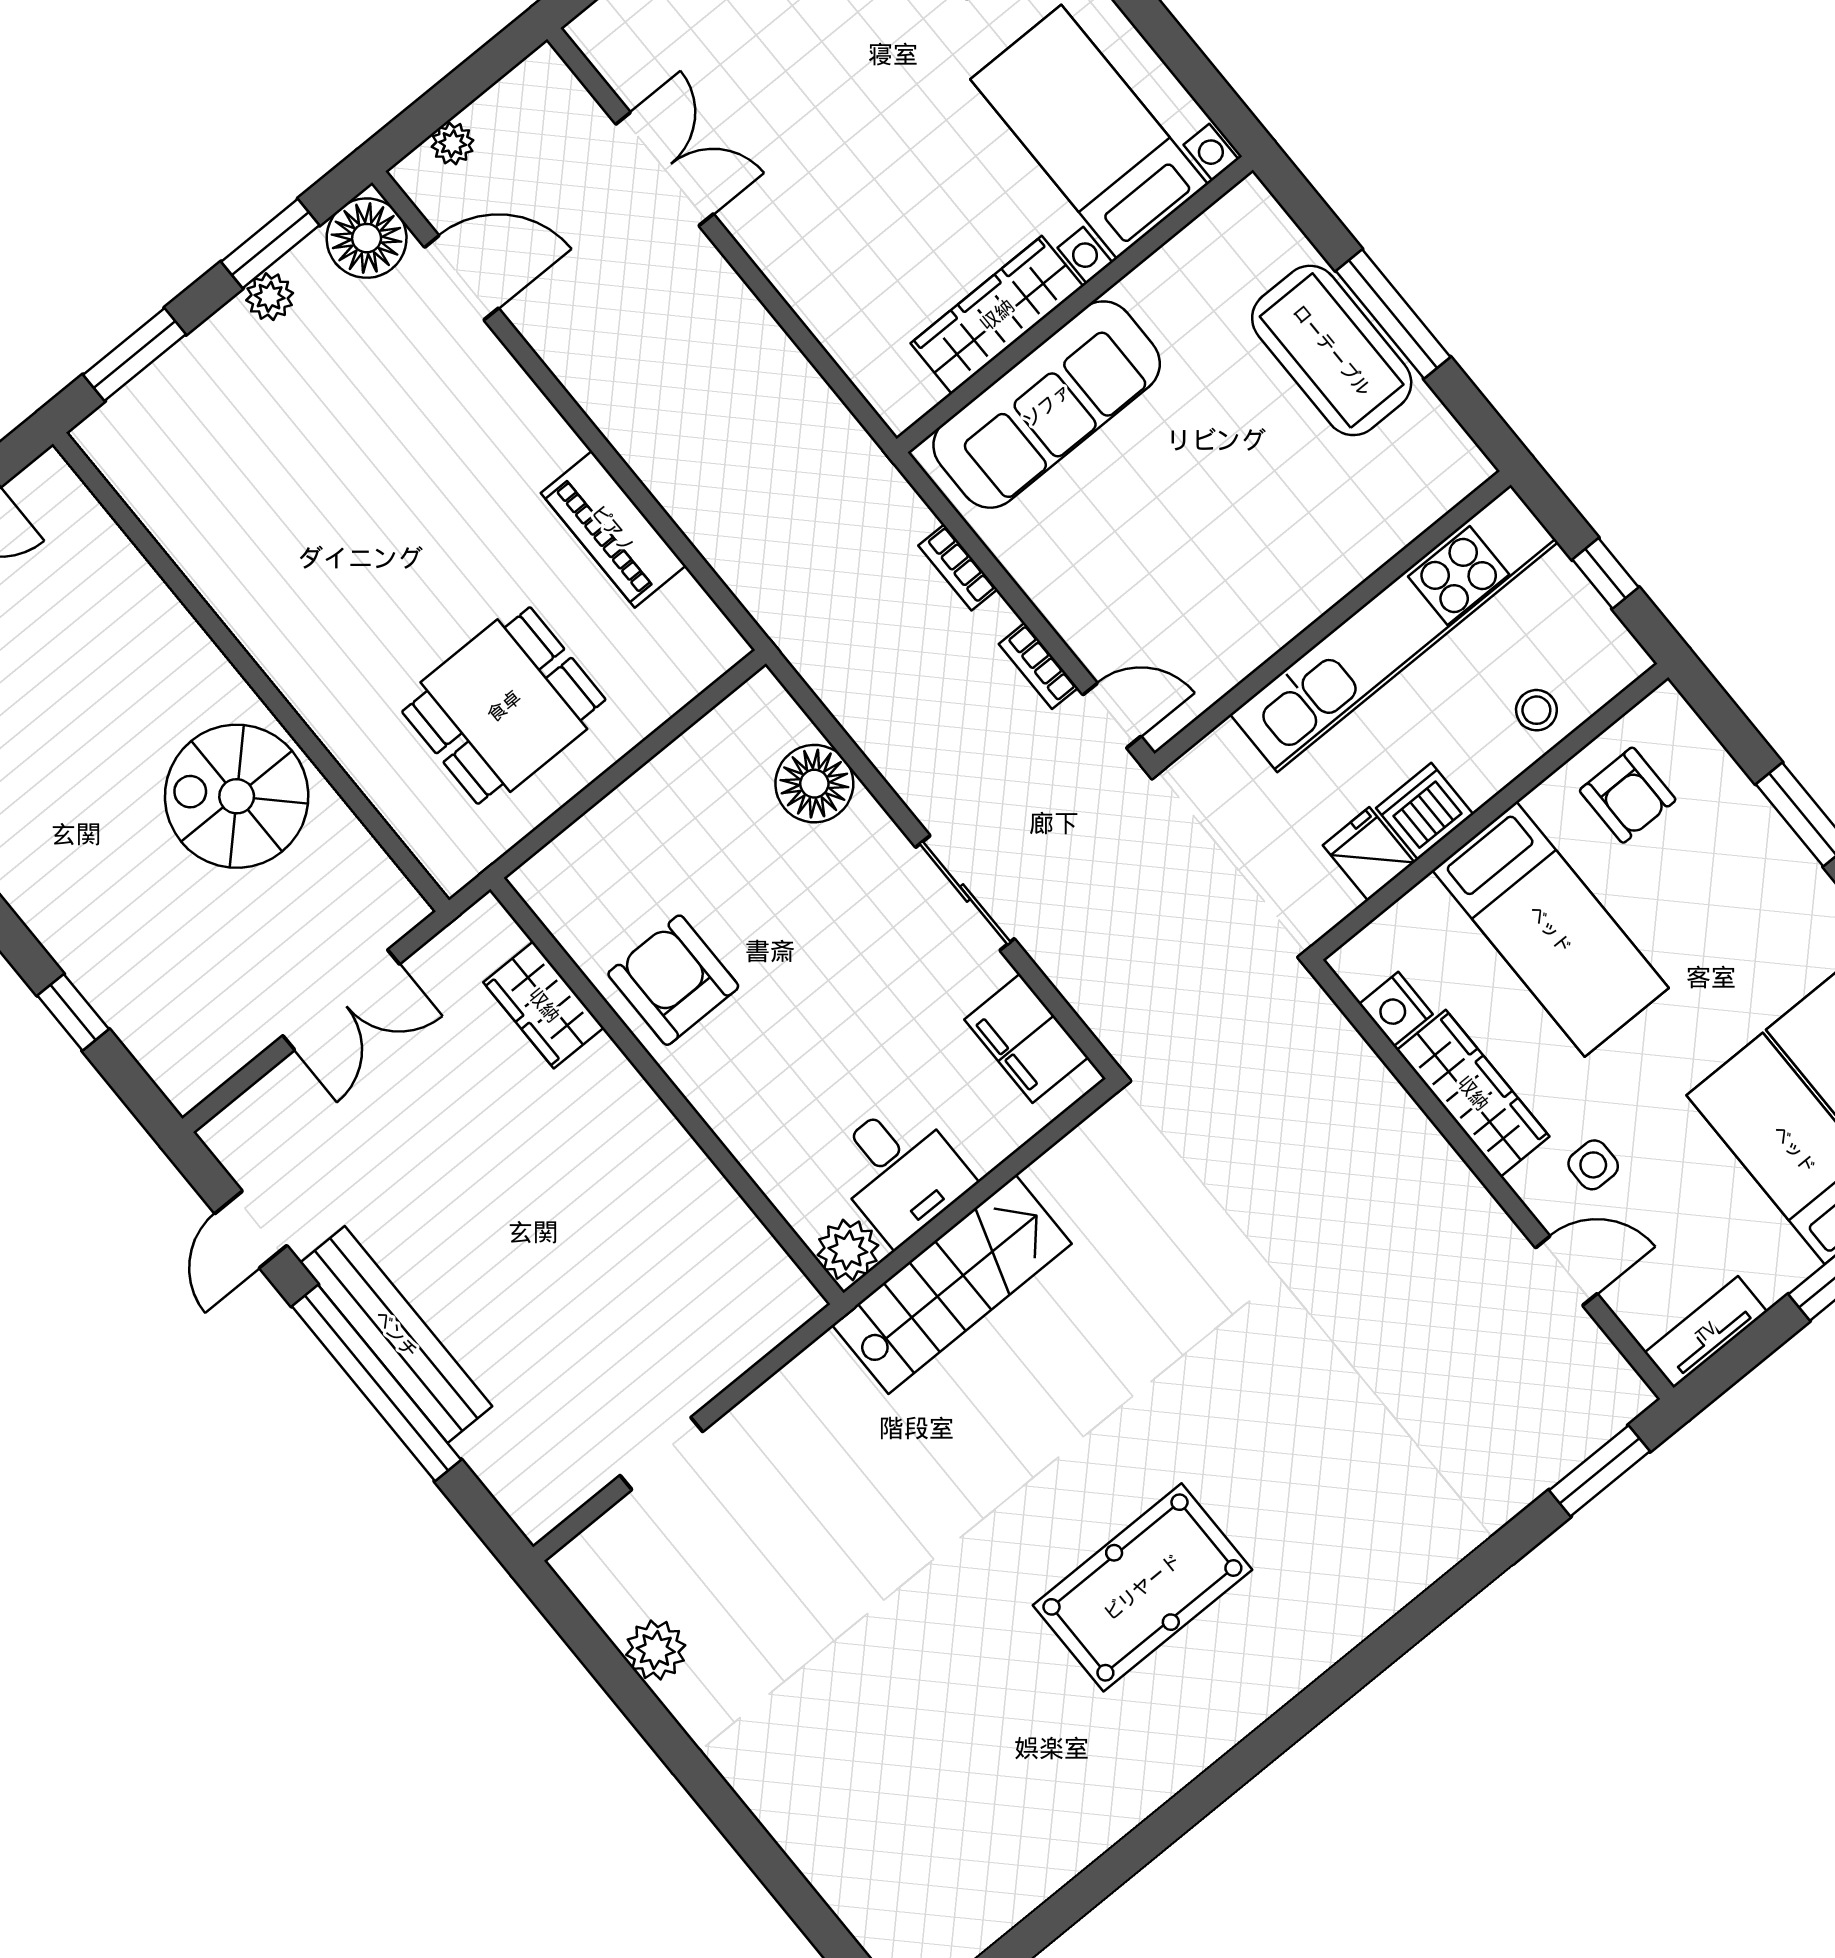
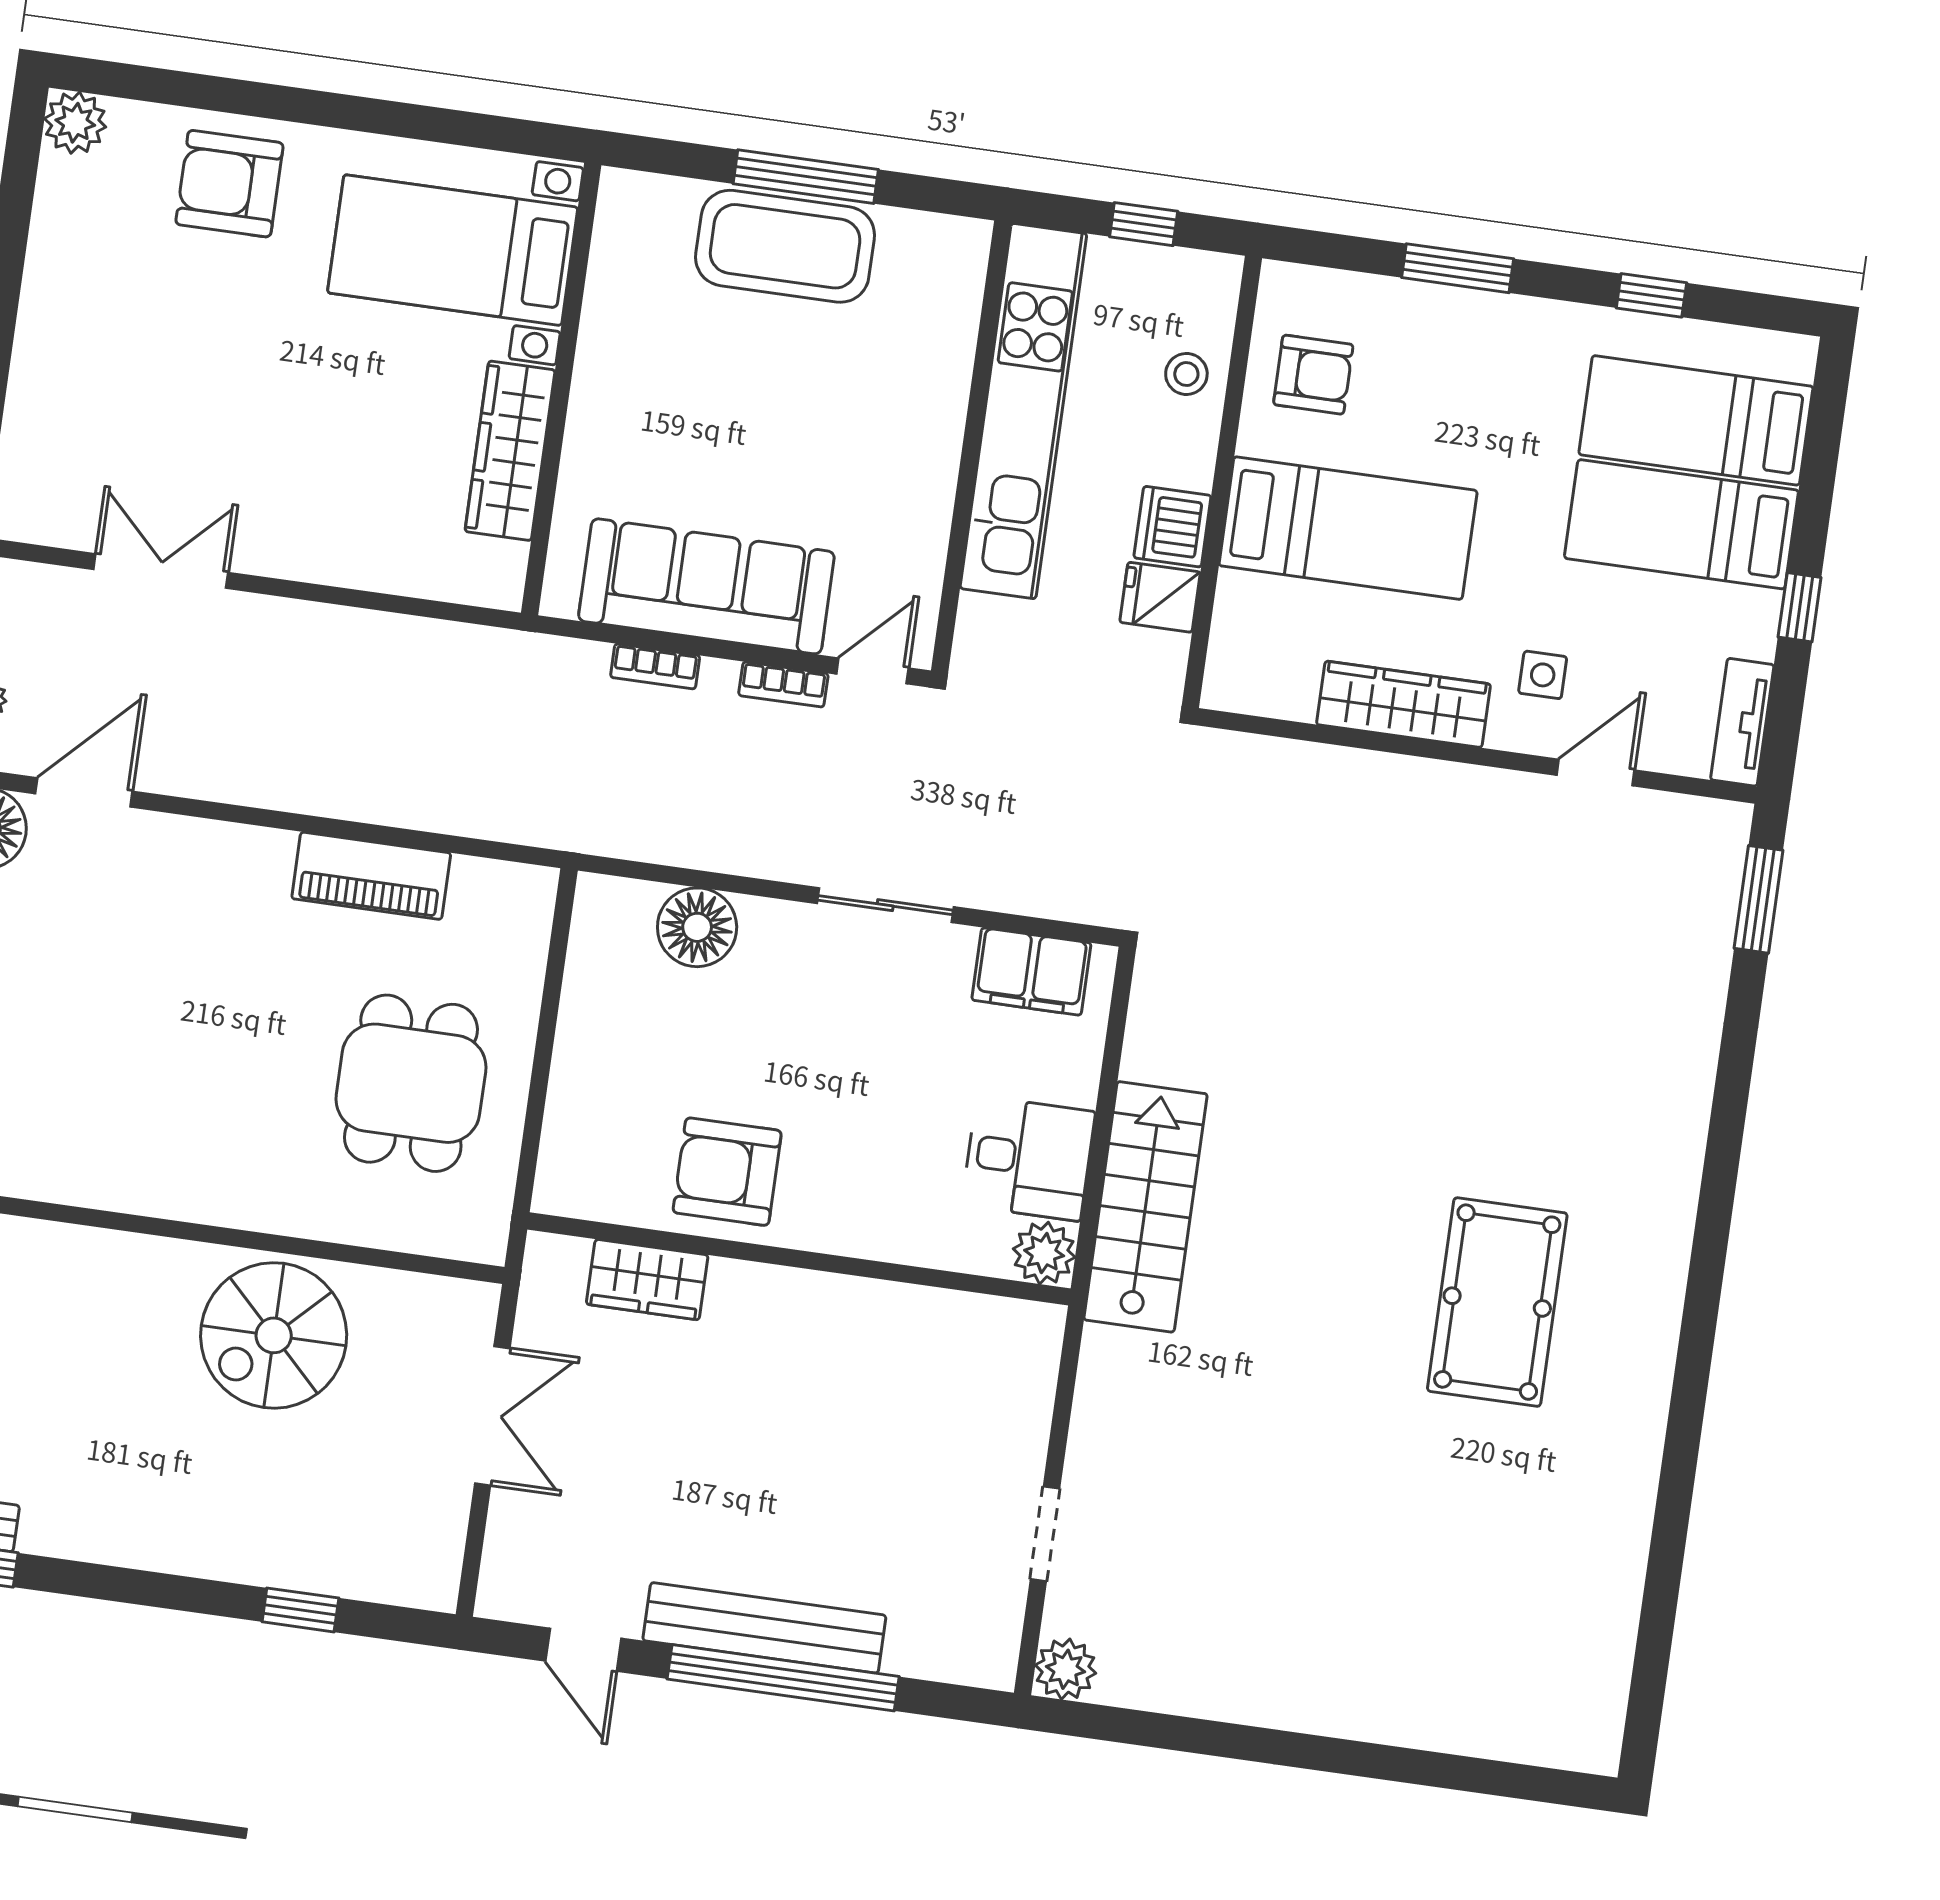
sofa: (1047, 405) -> (706, 586), moved, turned -90
nightstand: (1396, 1009) -> (1288, 695), removed
plant: (656, 1650) -> (1066, 1669), moved

